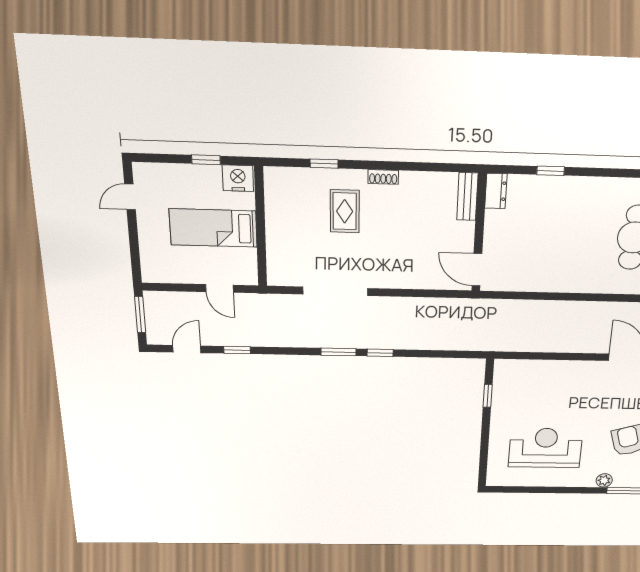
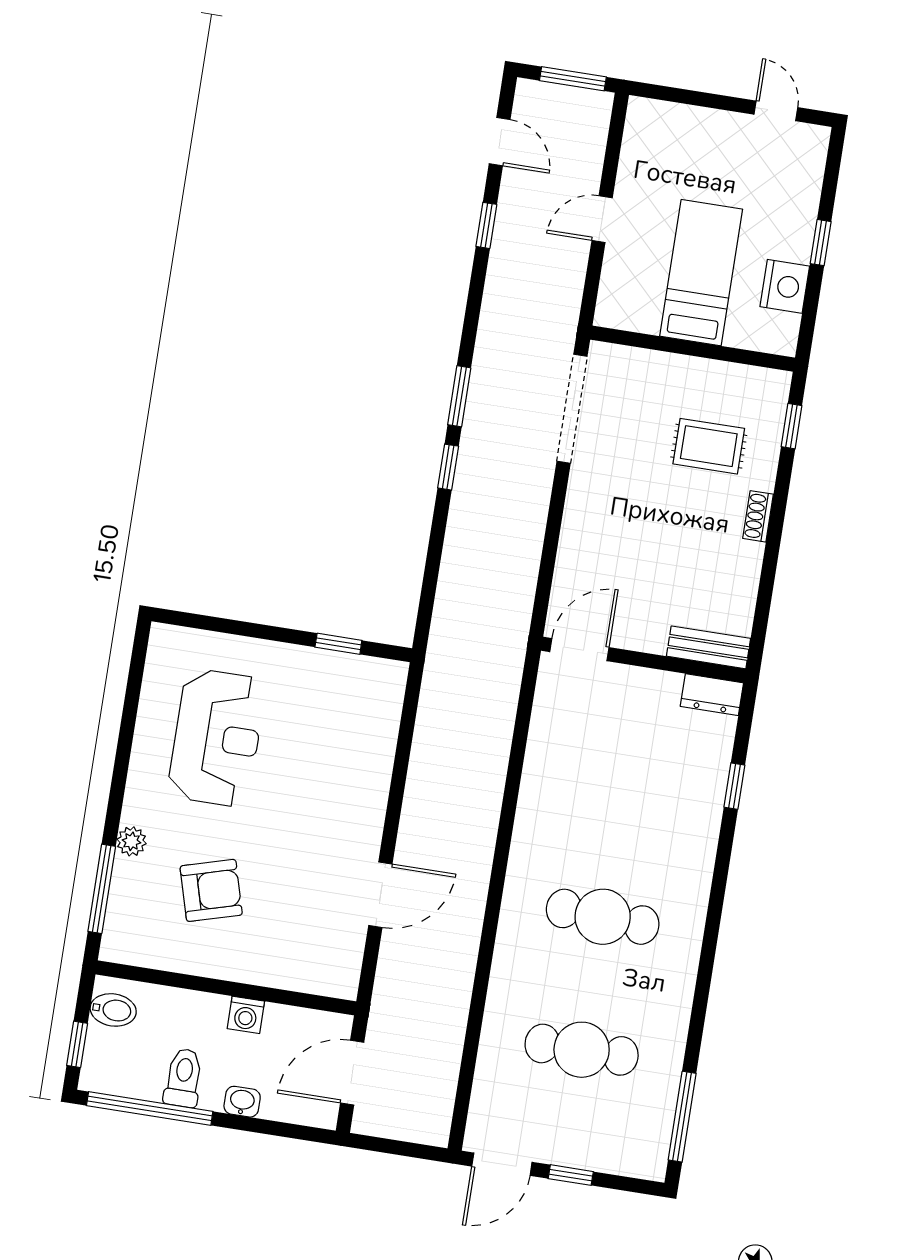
wall: (261, 227) -> (693, 349), moved
bed: (213, 228) -> (701, 273), moved

